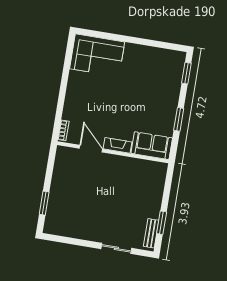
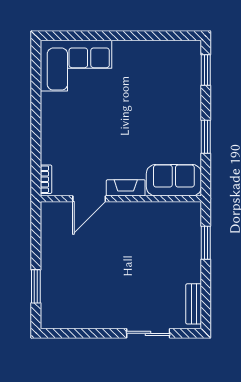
door: (91, 149) -> (89, 199), swing flipped
window: (162, 223) -> (206, 243), moved

